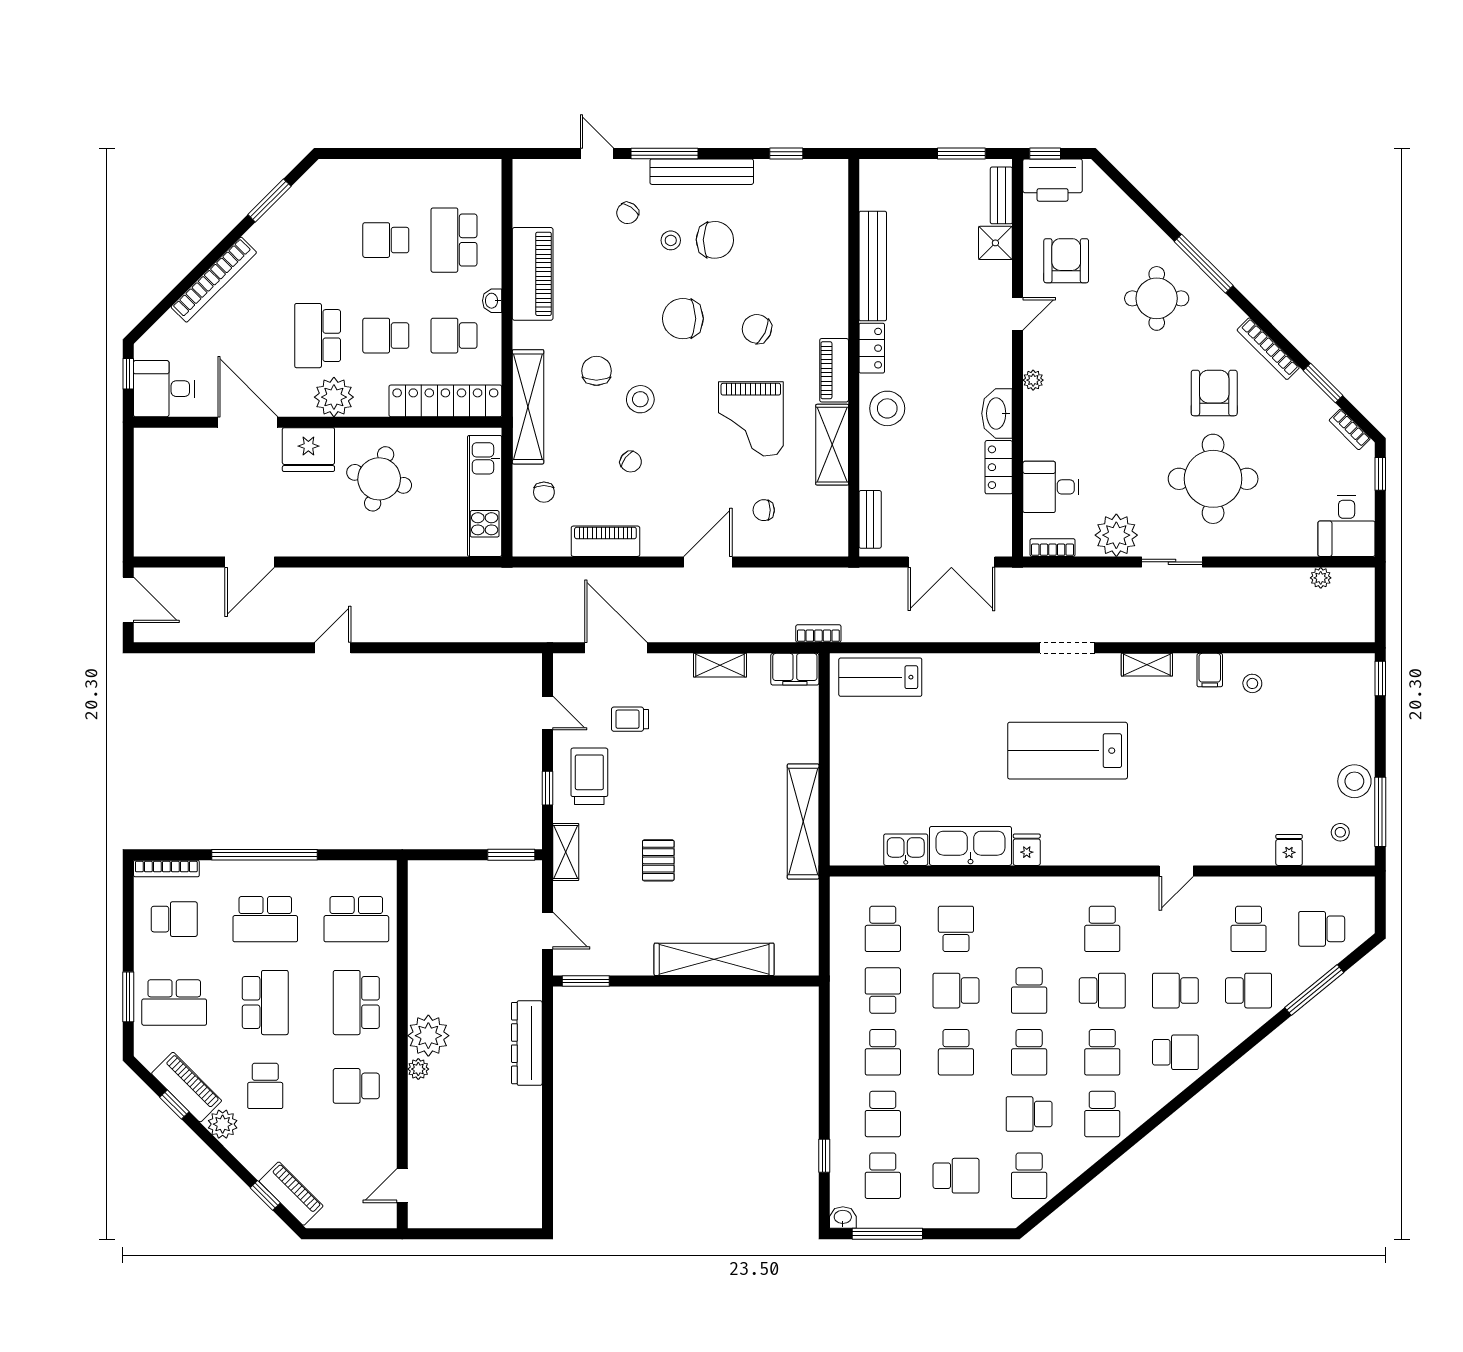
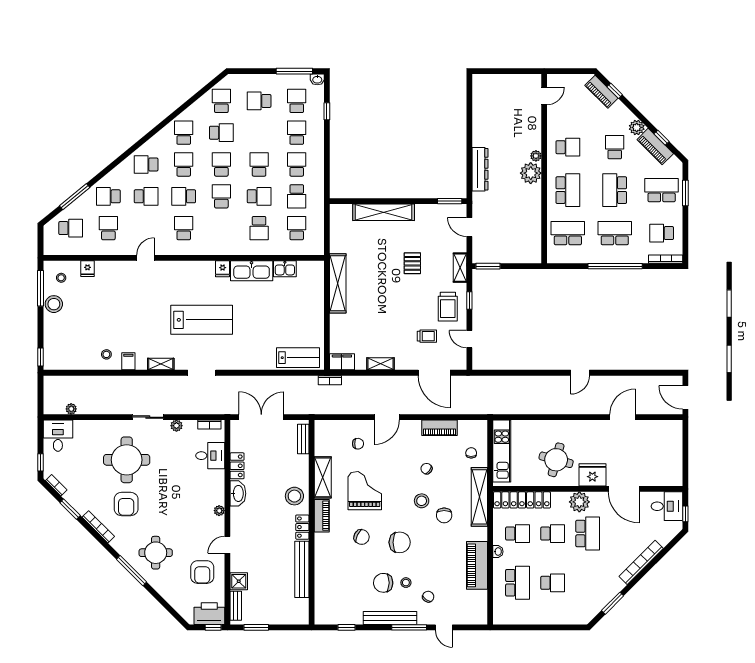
plant: (1116, 535) -> (176, 426), width x0.53, depth x0.53

